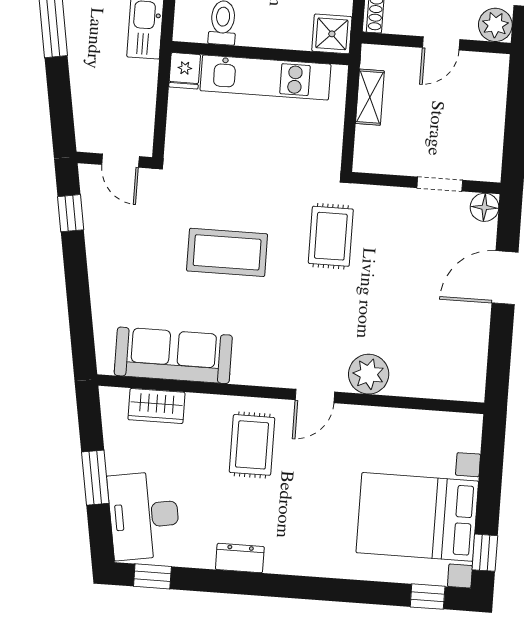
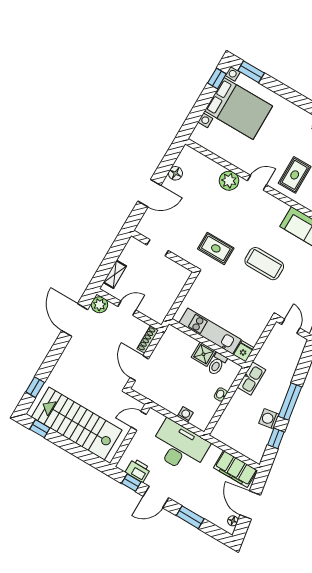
shower: (332, 34) -> (203, 354), moved
shelving: (370, 97) -> (115, 274), moved
floor lamp: (484, 207) -> (175, 173), moved
rug: (331, 236) -> (216, 248), turned 90
window: (428, 597) -> (251, 72), width x1.50

